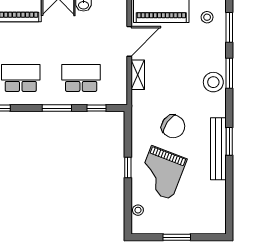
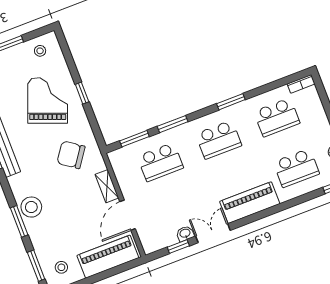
window: (96, 108) -> (134, 139), width x1.50
chair: (173, 126) -> (71, 155), moved
stool: (138, 210) -> (40, 51), moved

